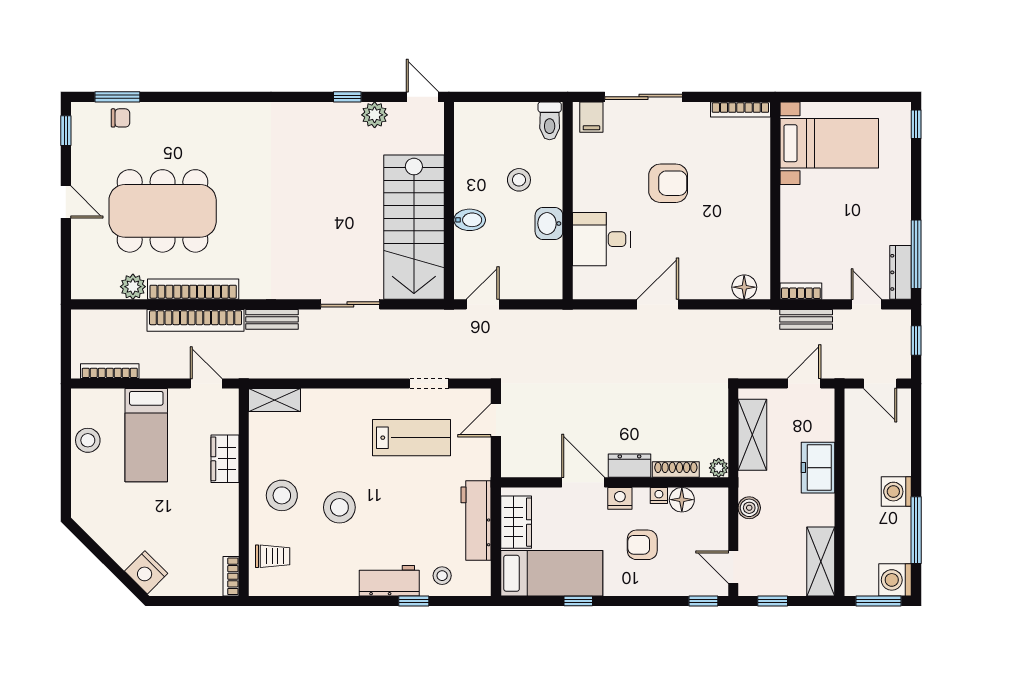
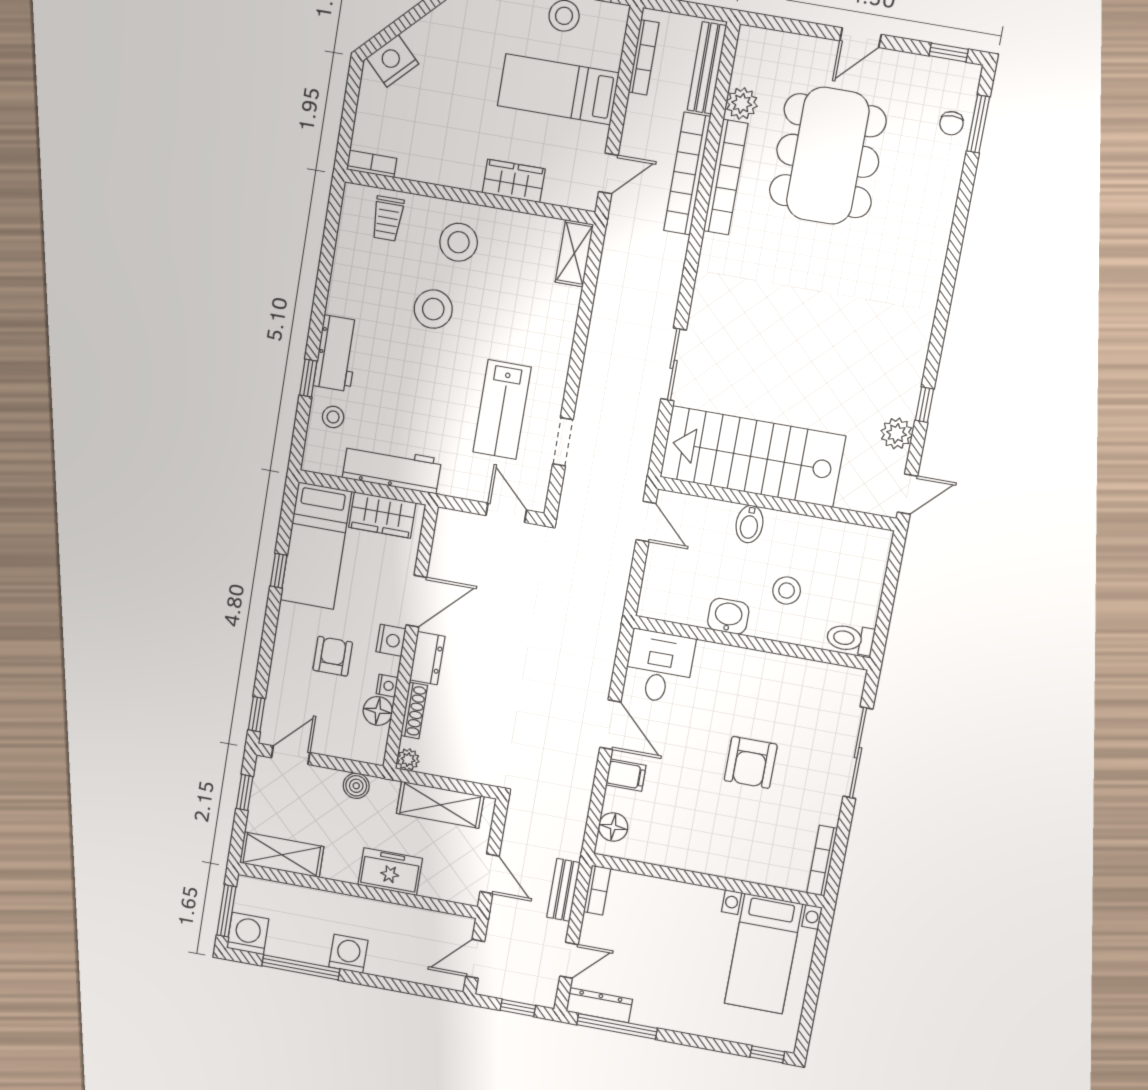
filing cabinet: (591, 117) -> (626, 775), moved, turned 180
desk: (601, 239) -> (659, 667), moved
bench: (272, 319) -> (707, 68), moved, width x1.36

